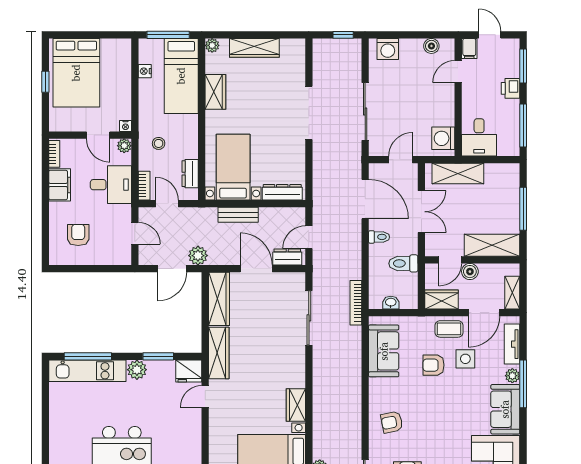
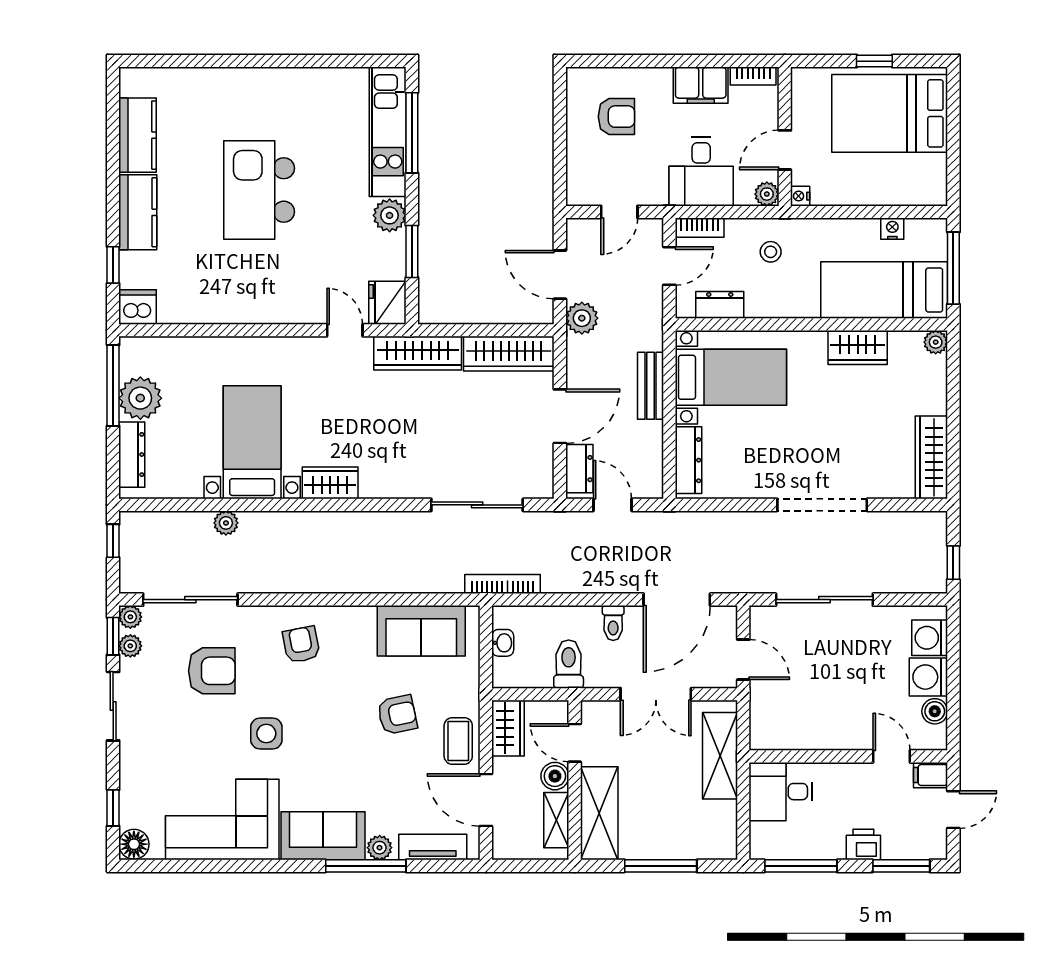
wardrobe: (254, 48) -> (931, 457), moved
washing machine: (443, 138) -> (928, 677), moved, turned -90
shelving: (512, 293) -> (556, 820), moved, turned 90
side table: (465, 359) -> (266, 734), moved
armchair: (433, 365) -> (397, 715), turned 78

